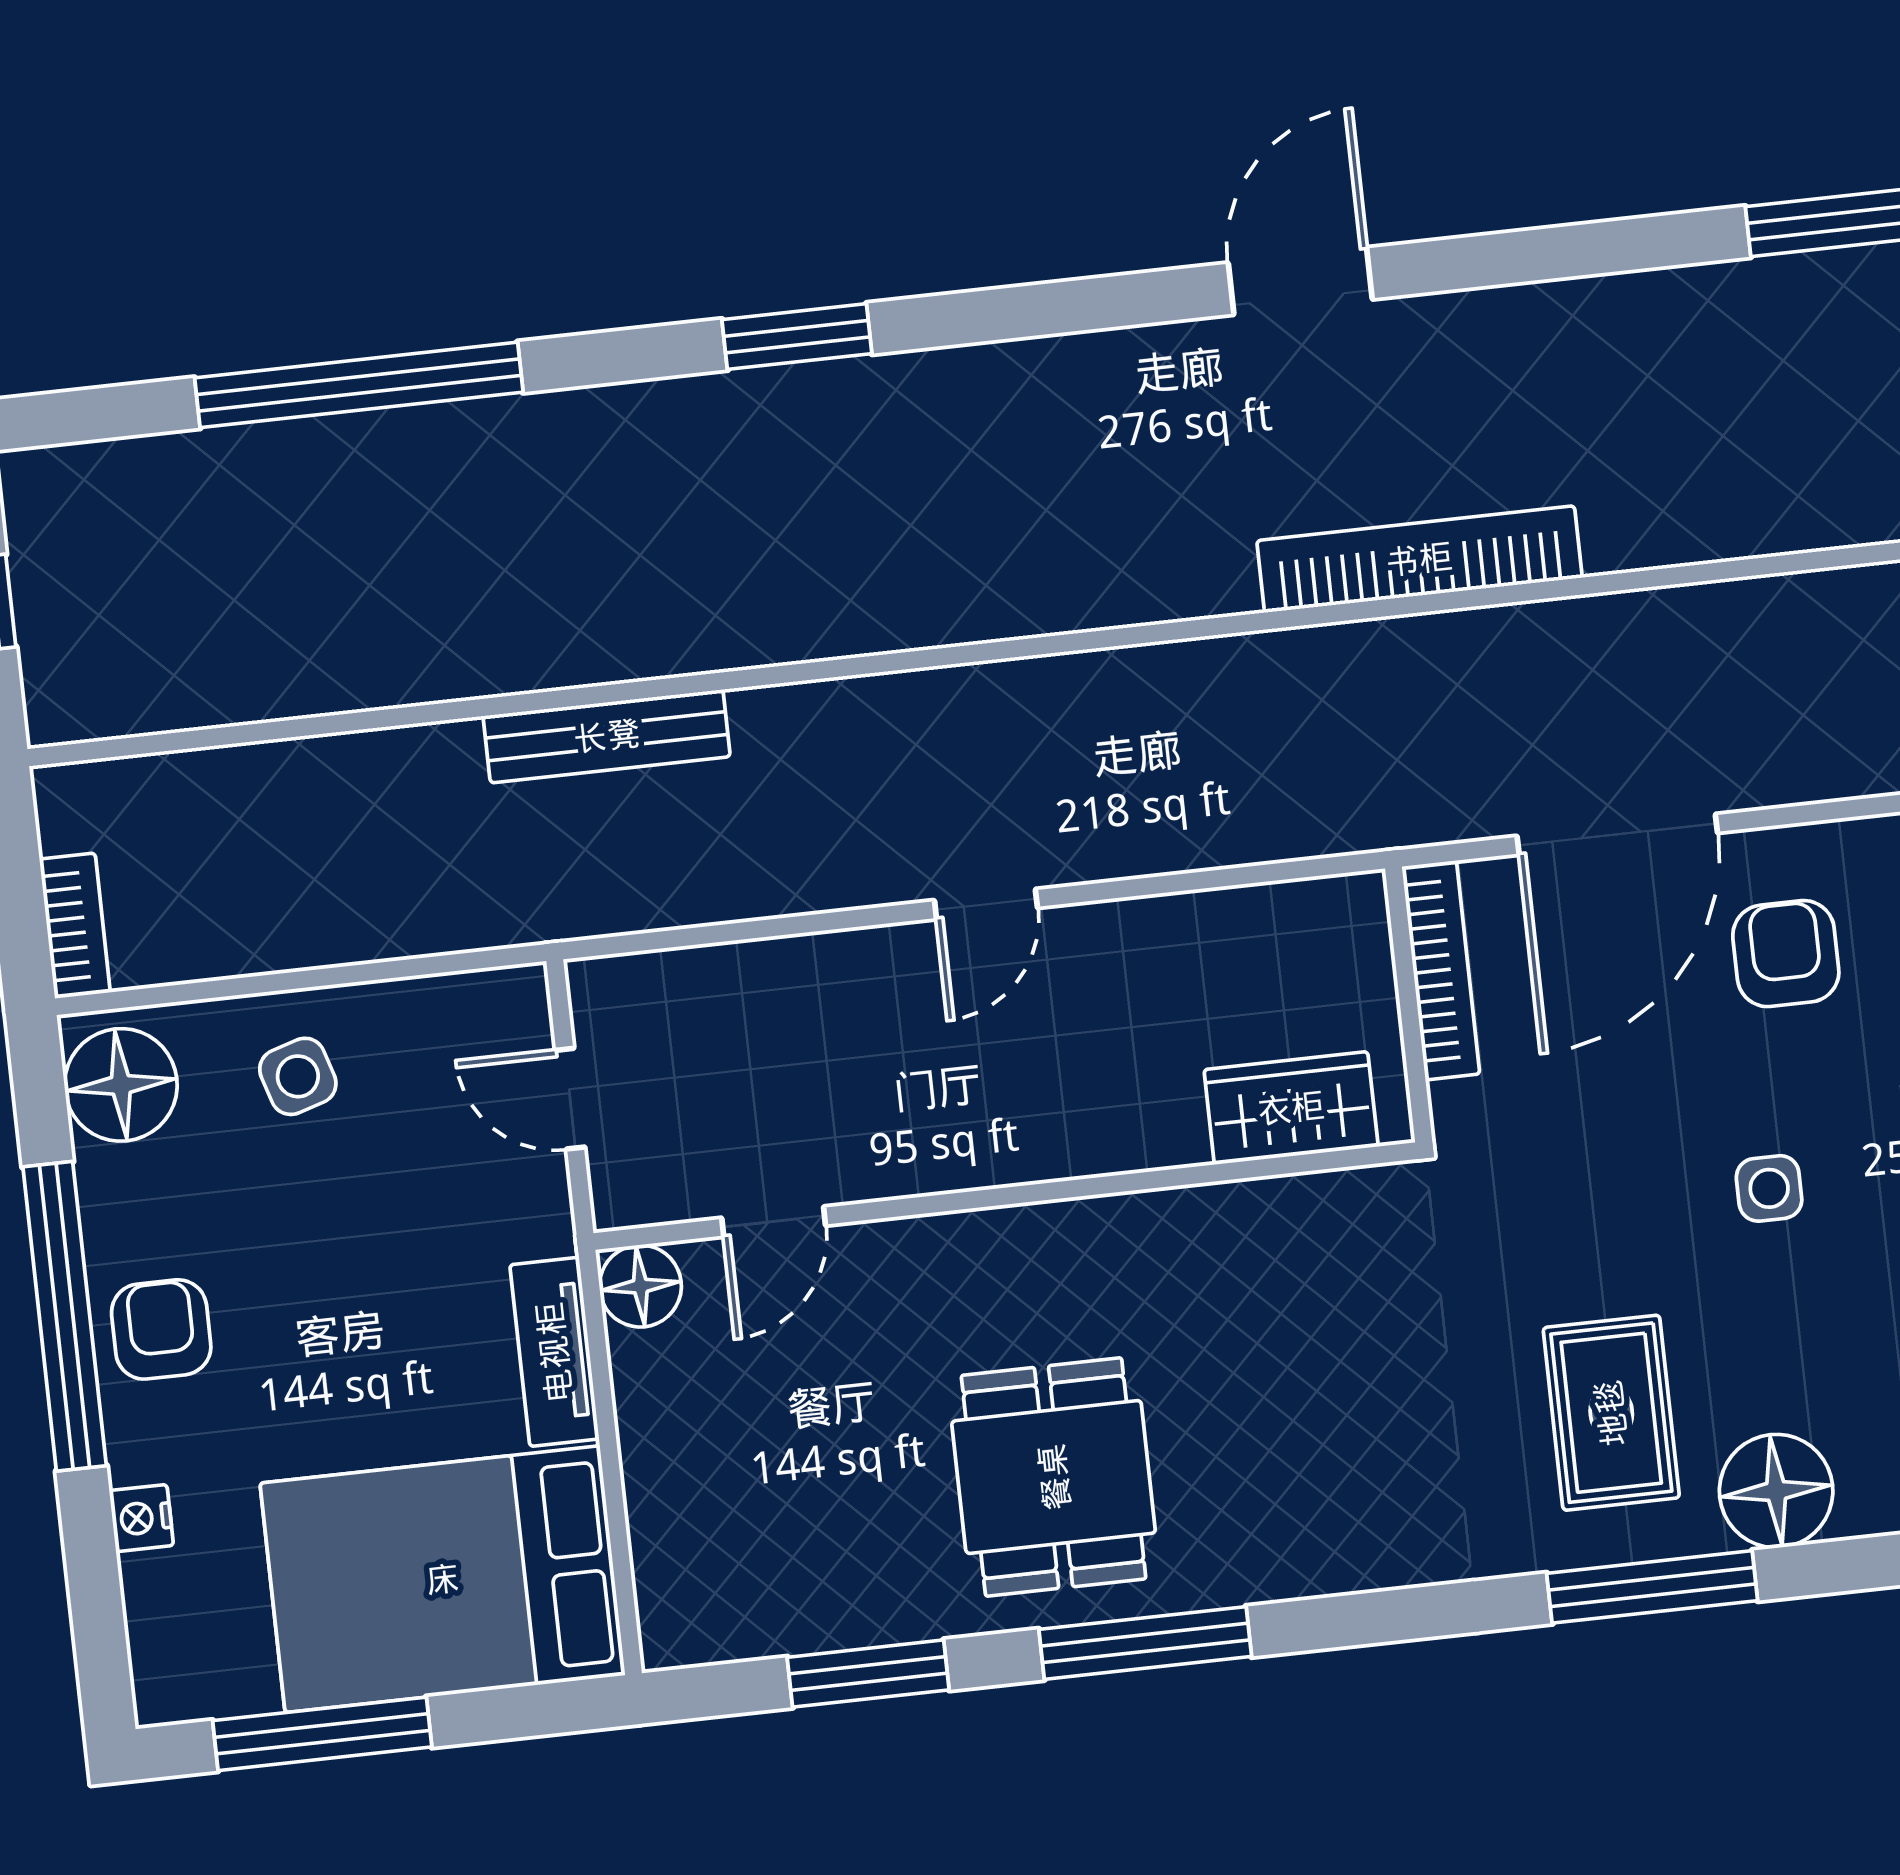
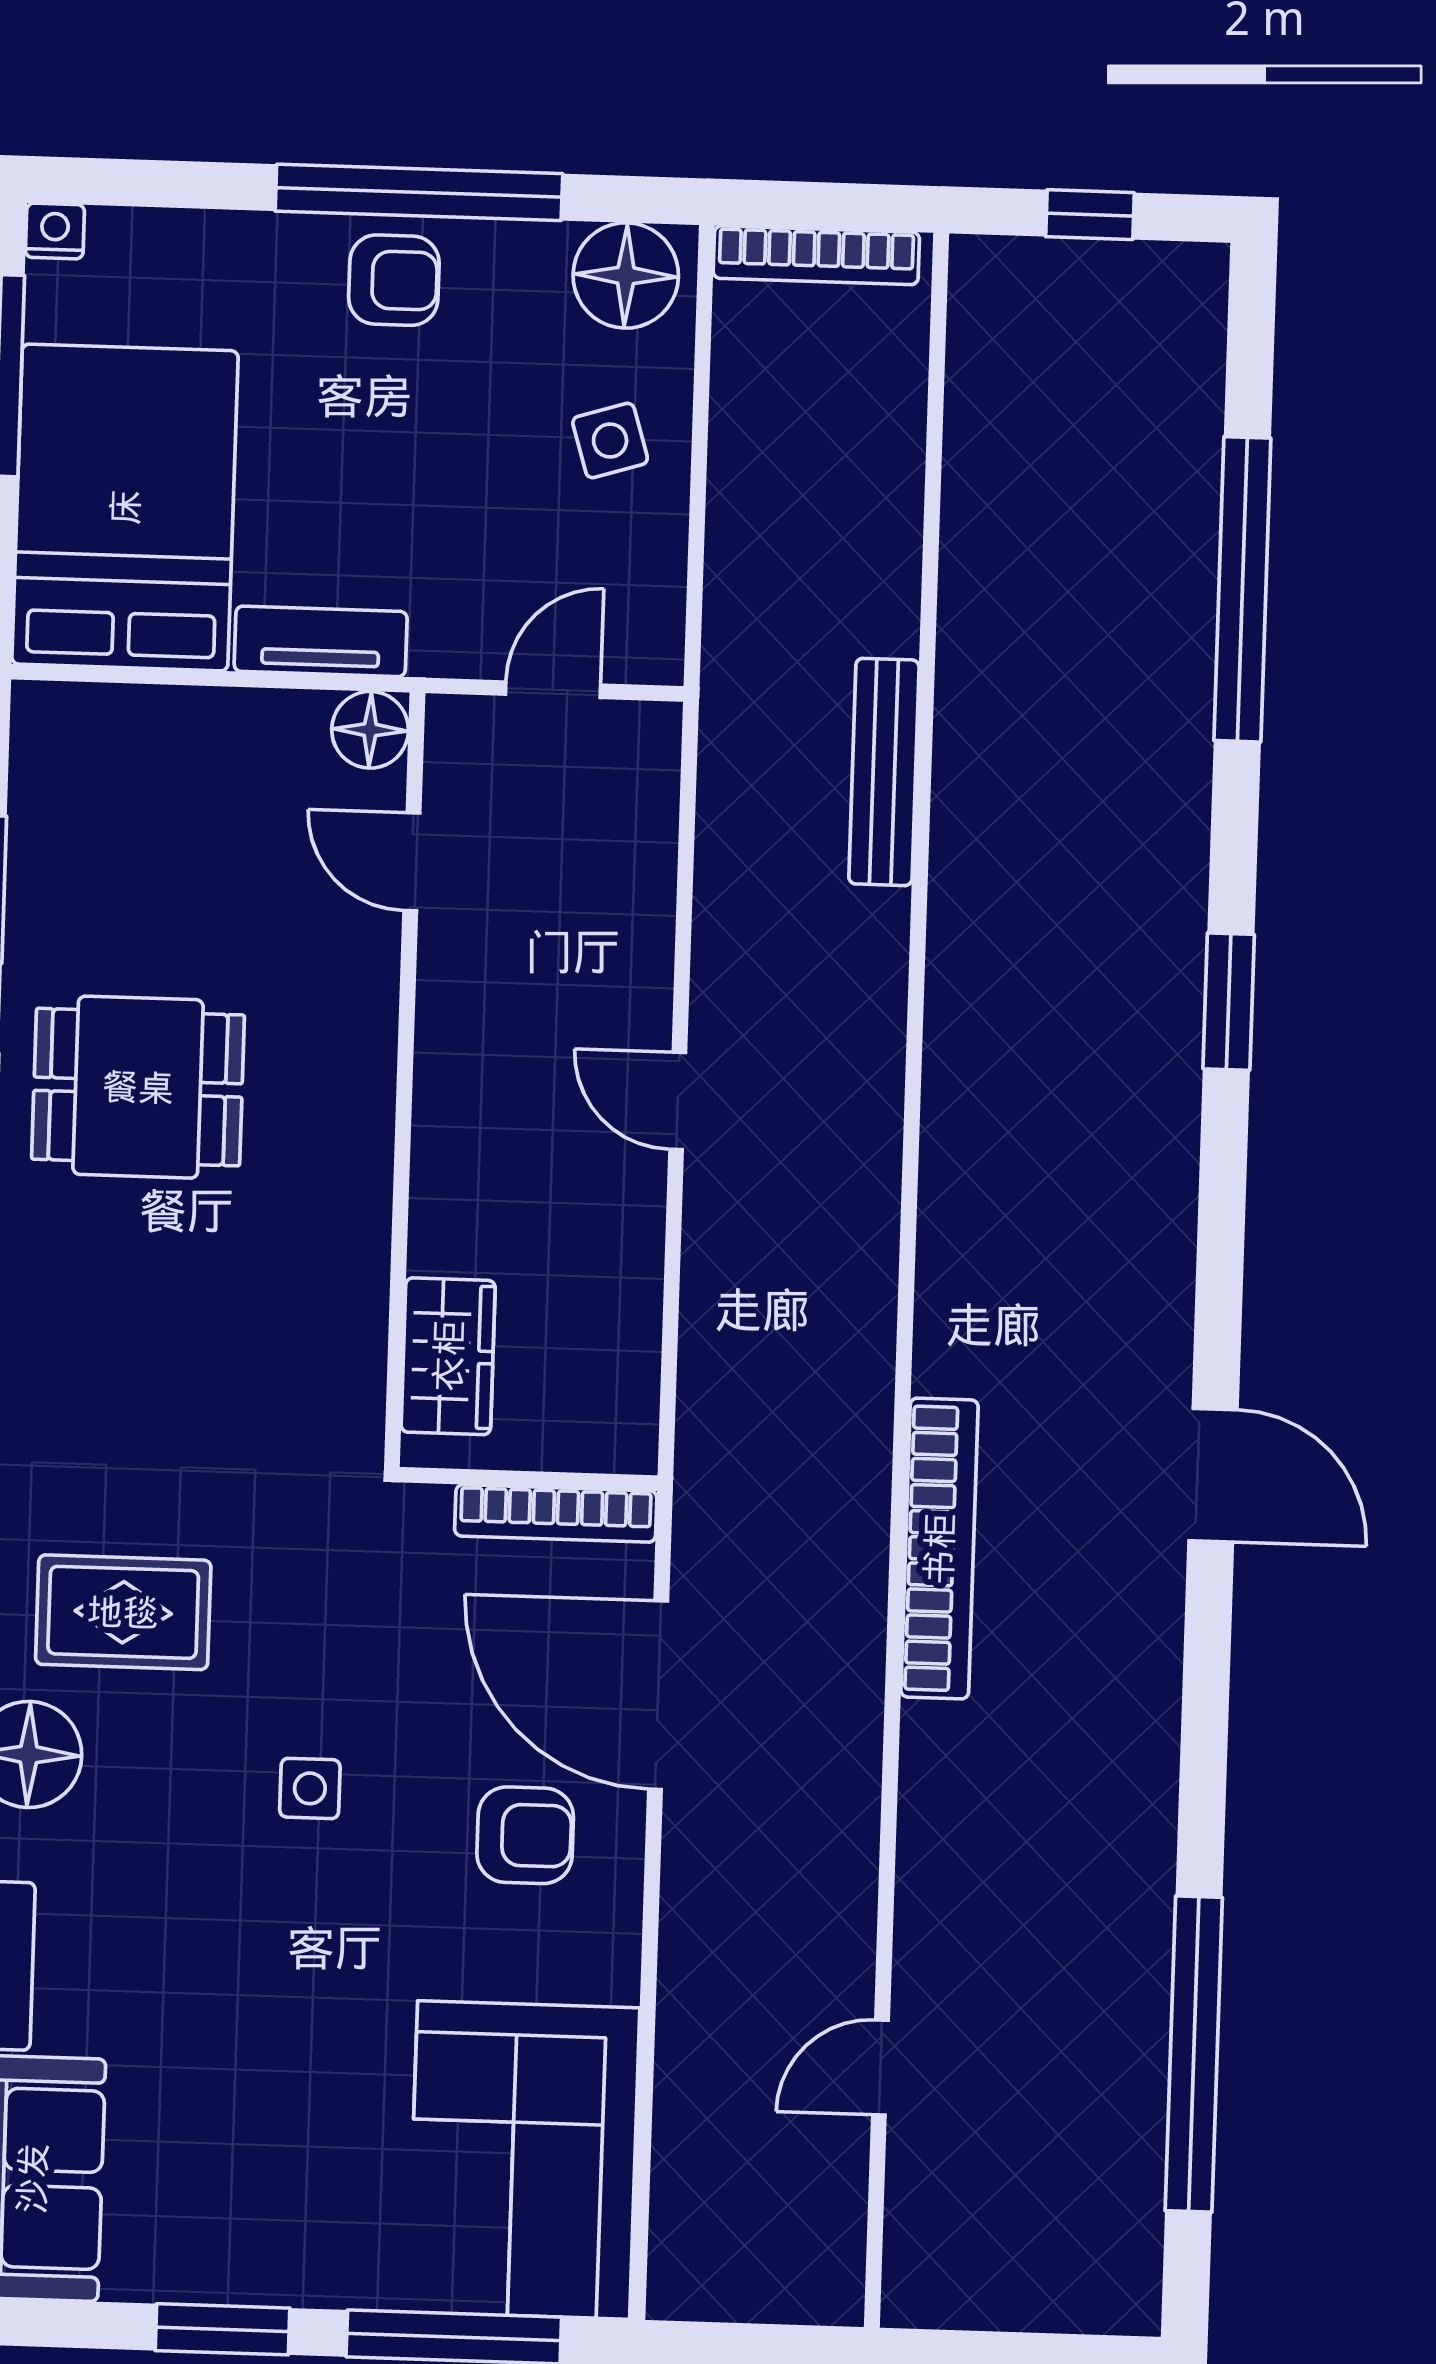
bookcase: (75, 926) -> (816, 255), width x1.56
nightstand: (141, 1518) -> (55, 231), moved

